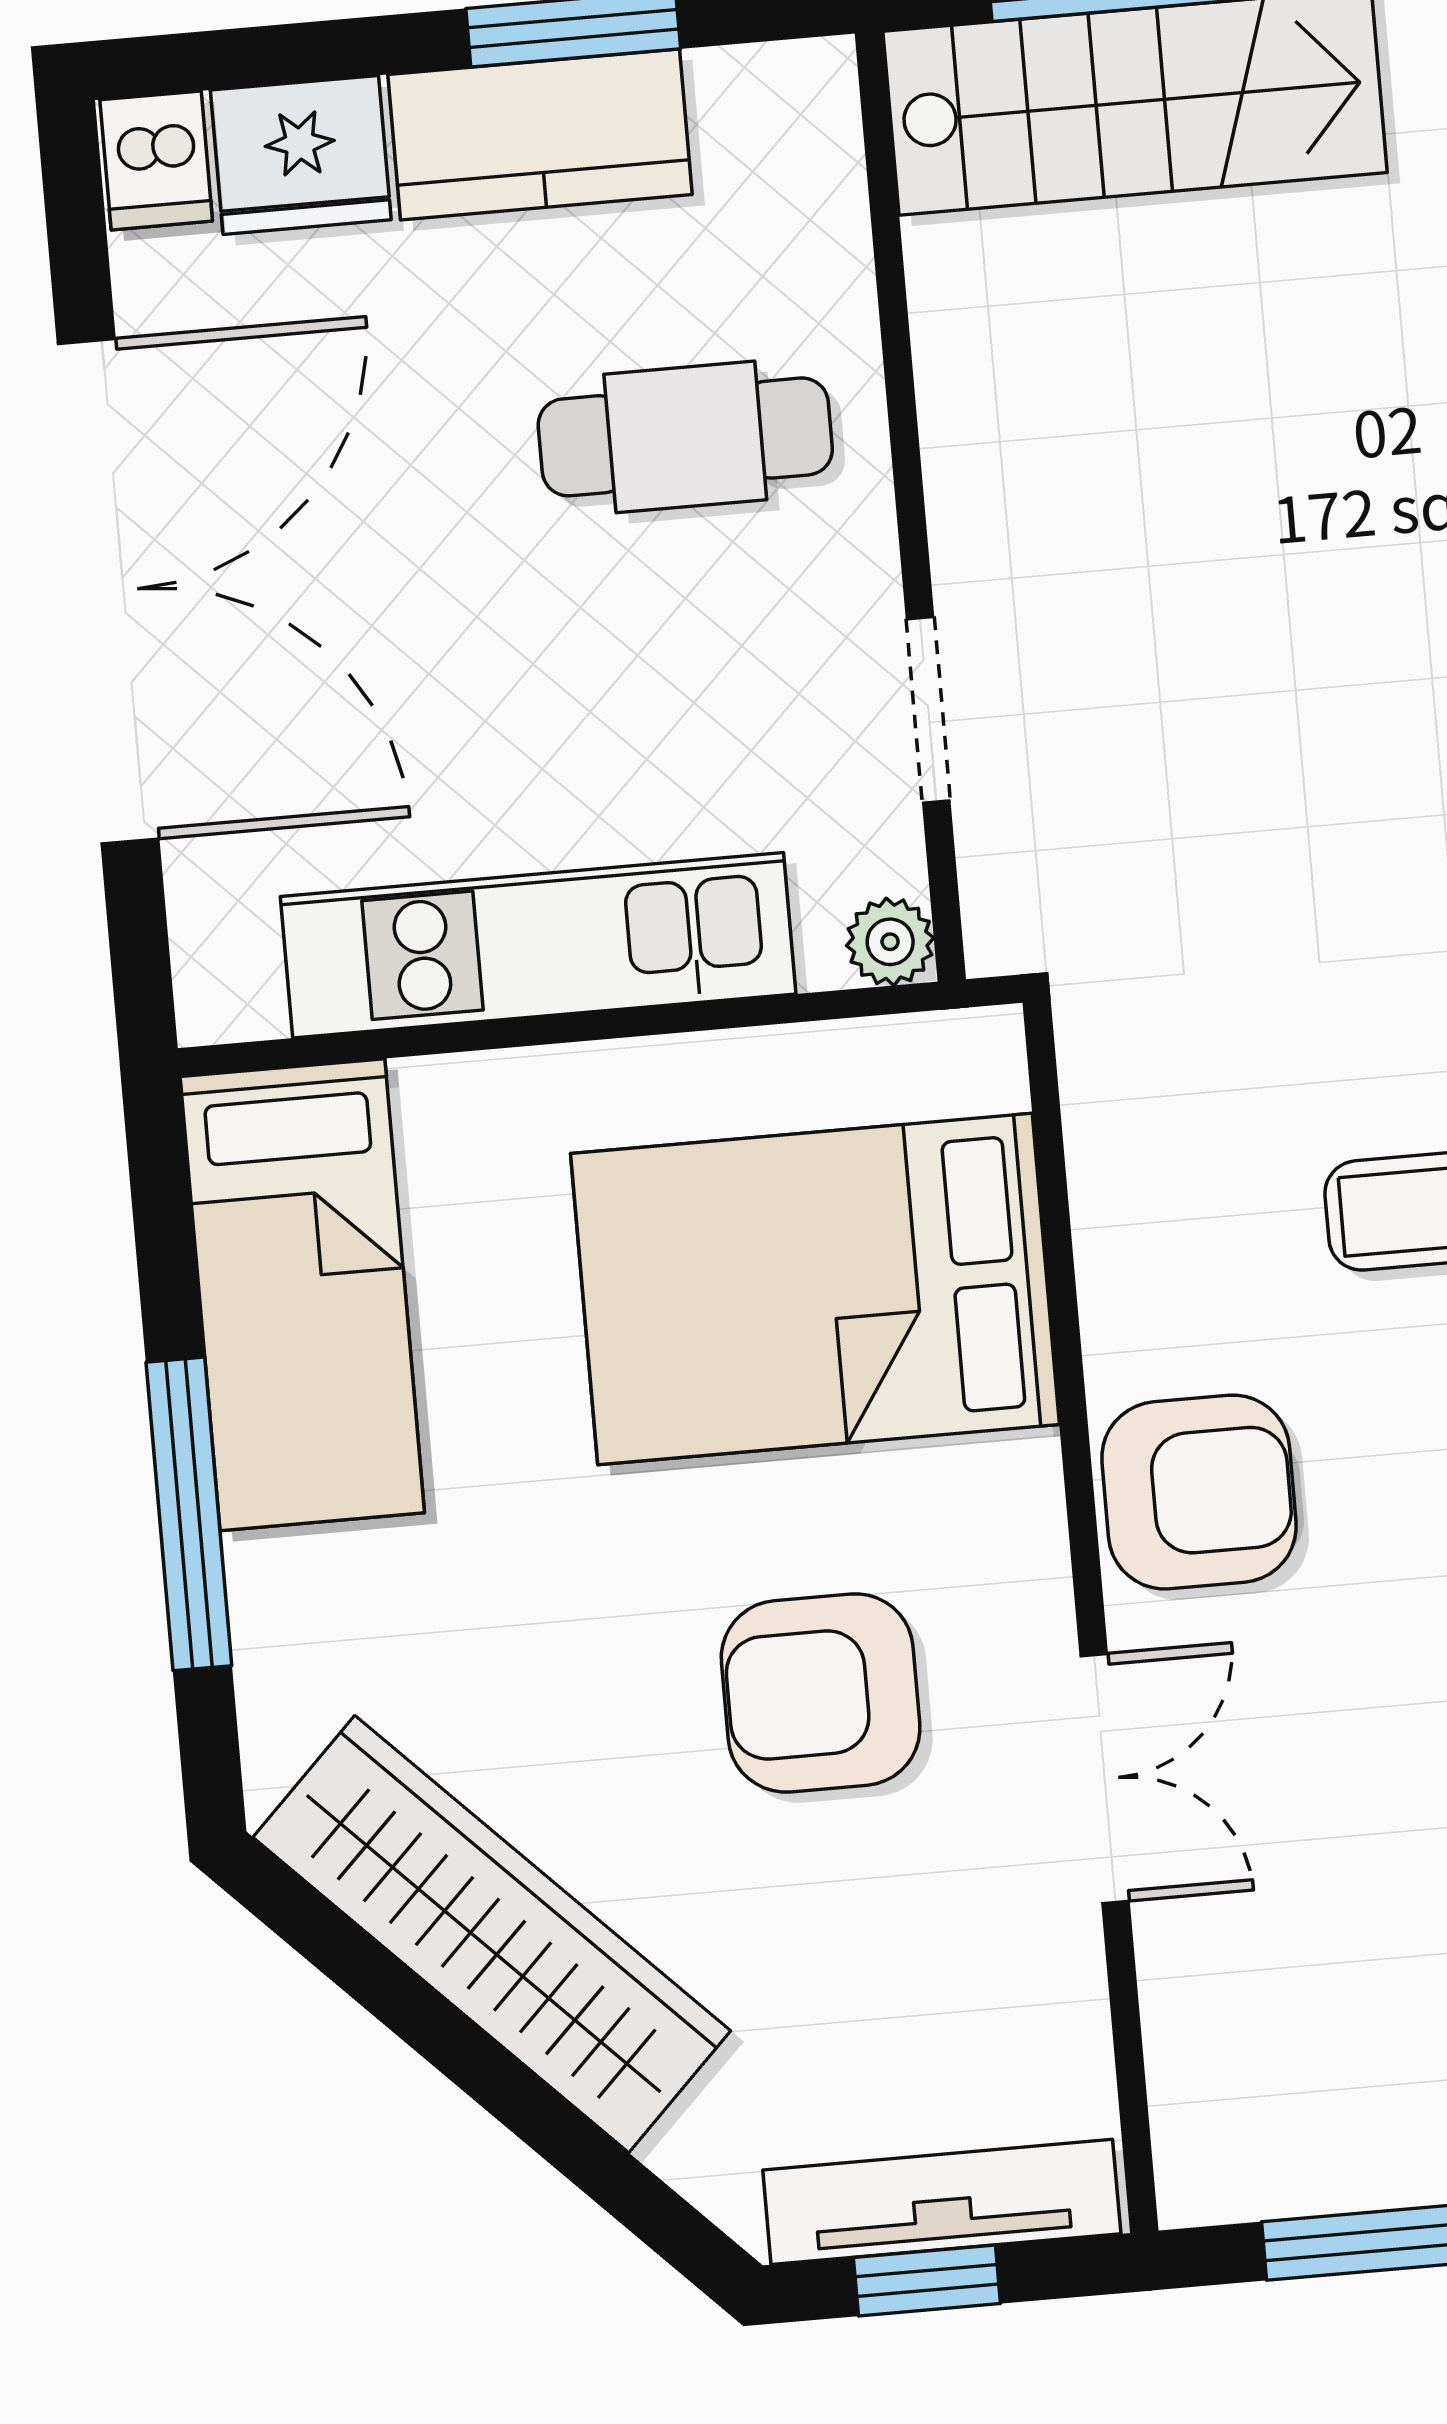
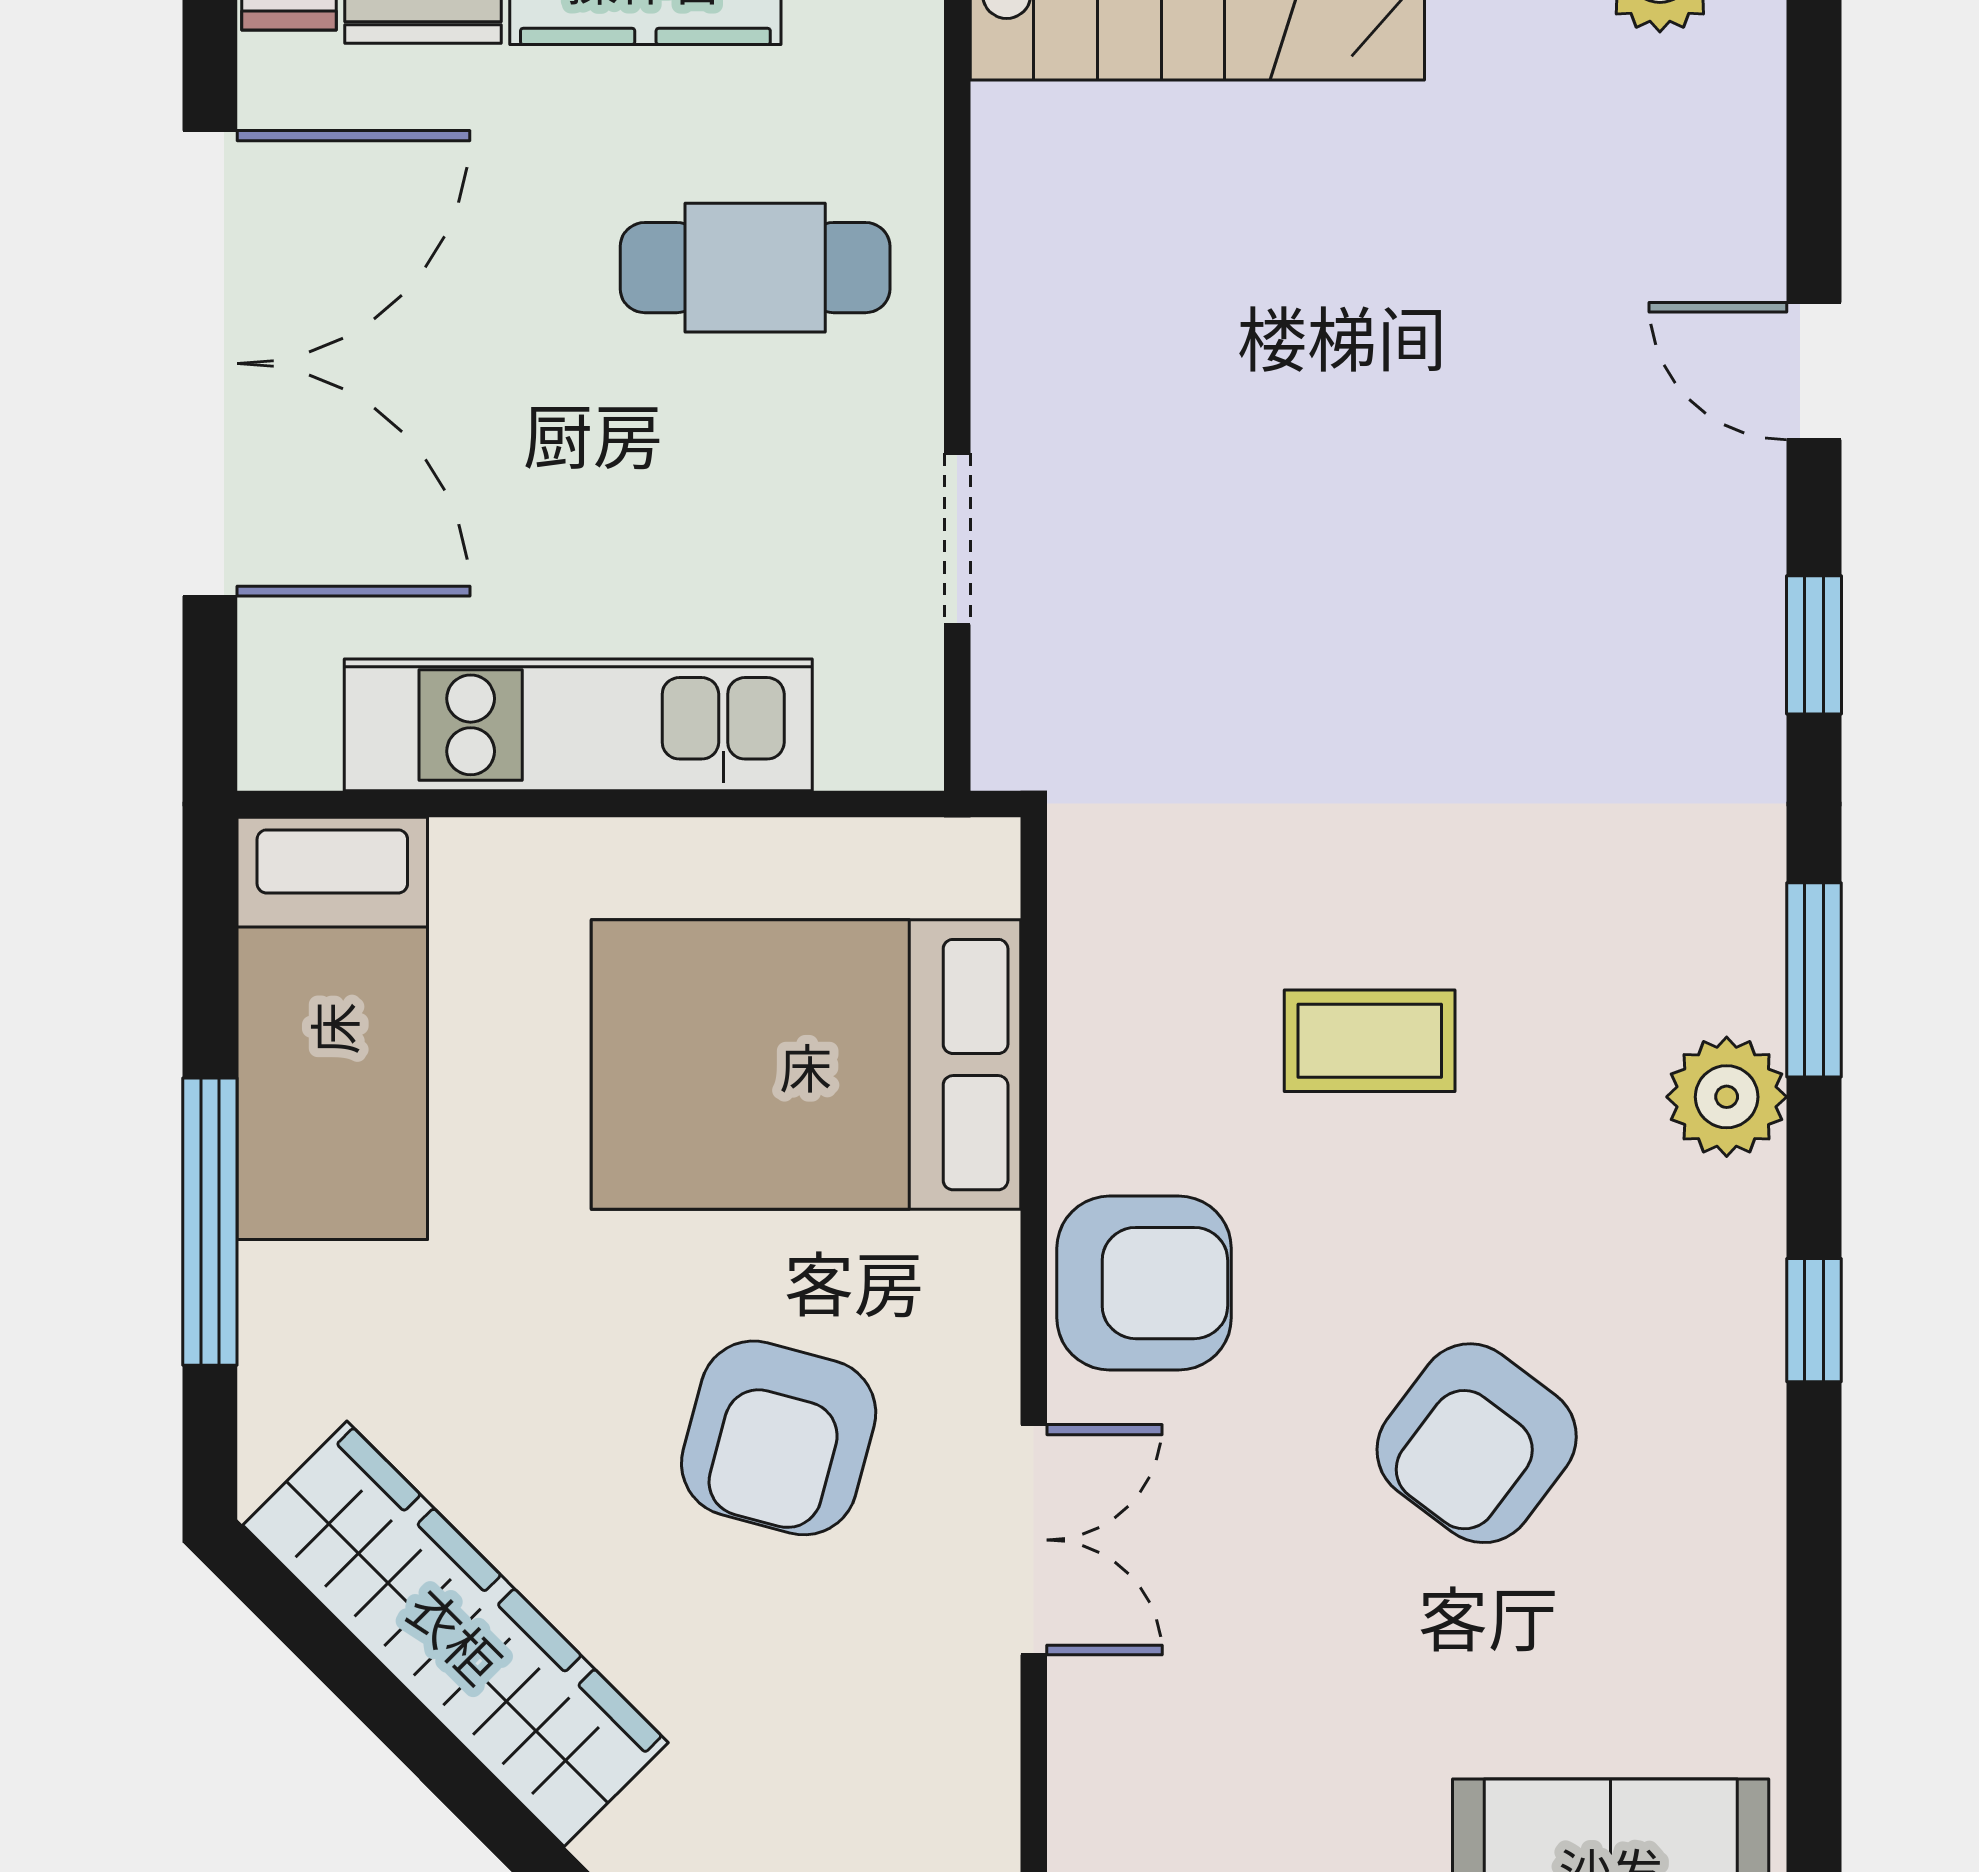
plant: (890, 942) -> (903, 750), removed
armchair: (821, 1693) -> (779, 1438), turned -75

